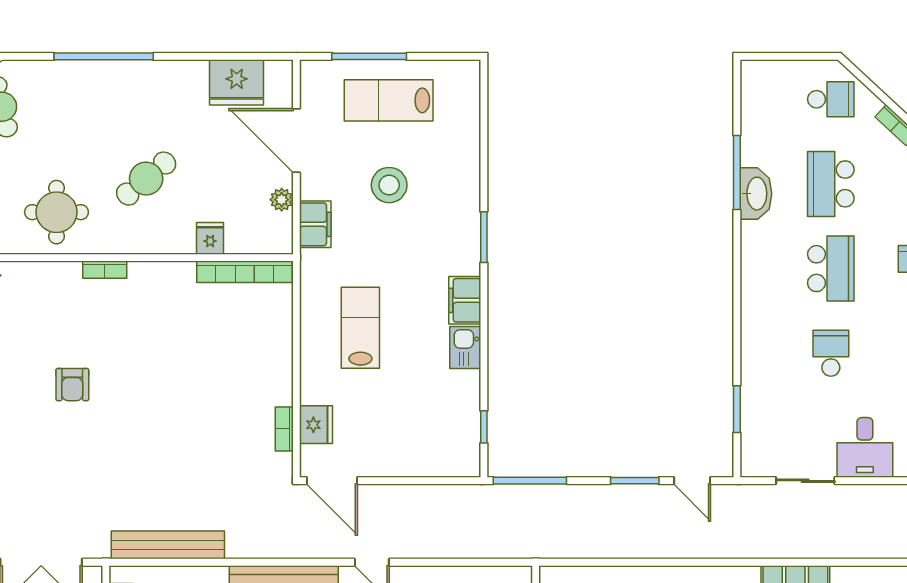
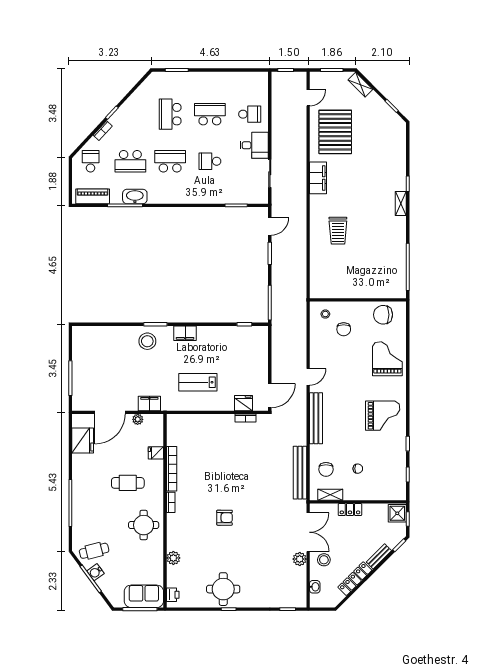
lab bench: (389, 100) -> (91, 369), removed
piano: (756, 104) -> (93, 196), added
cafe table: (146, 179) -> (128, 483), turned -50
stool: (389, 185) -> (147, 341), moved
bookcase: (245, 272) -> (172, 469), moved
kitchen sink: (465, 347) -> (207, 333), removed

